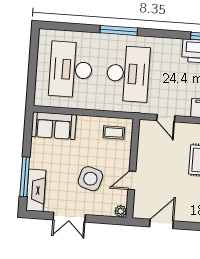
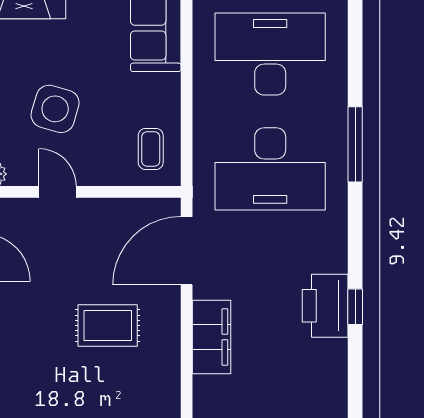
door: (166, 118) -> (187, 251), width x1.87

